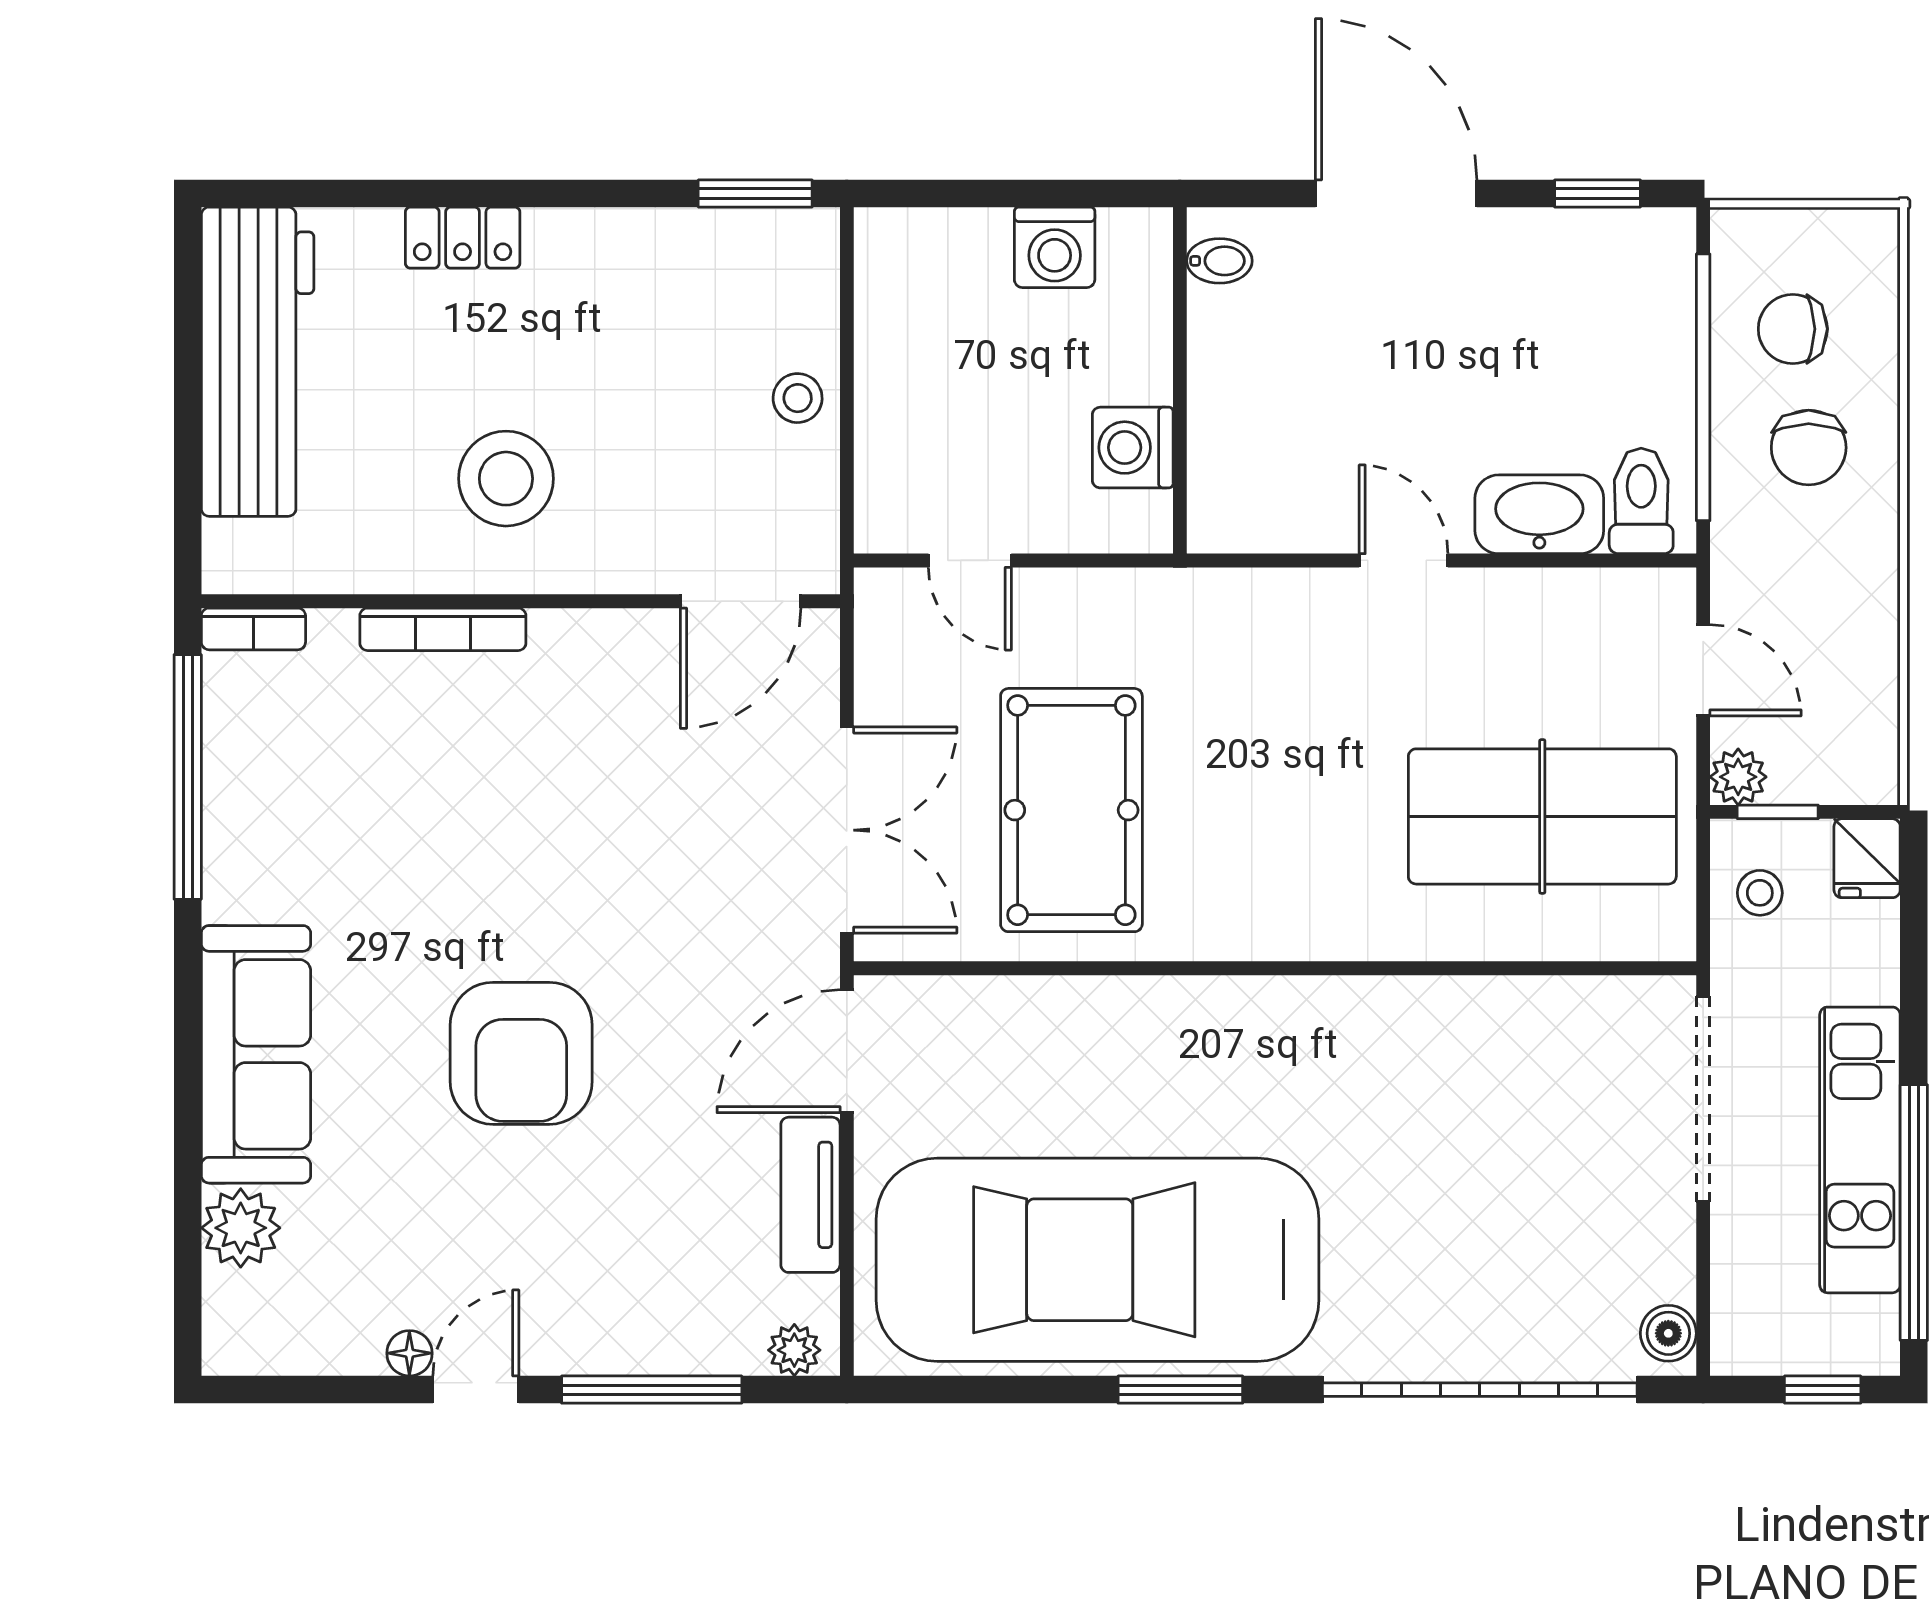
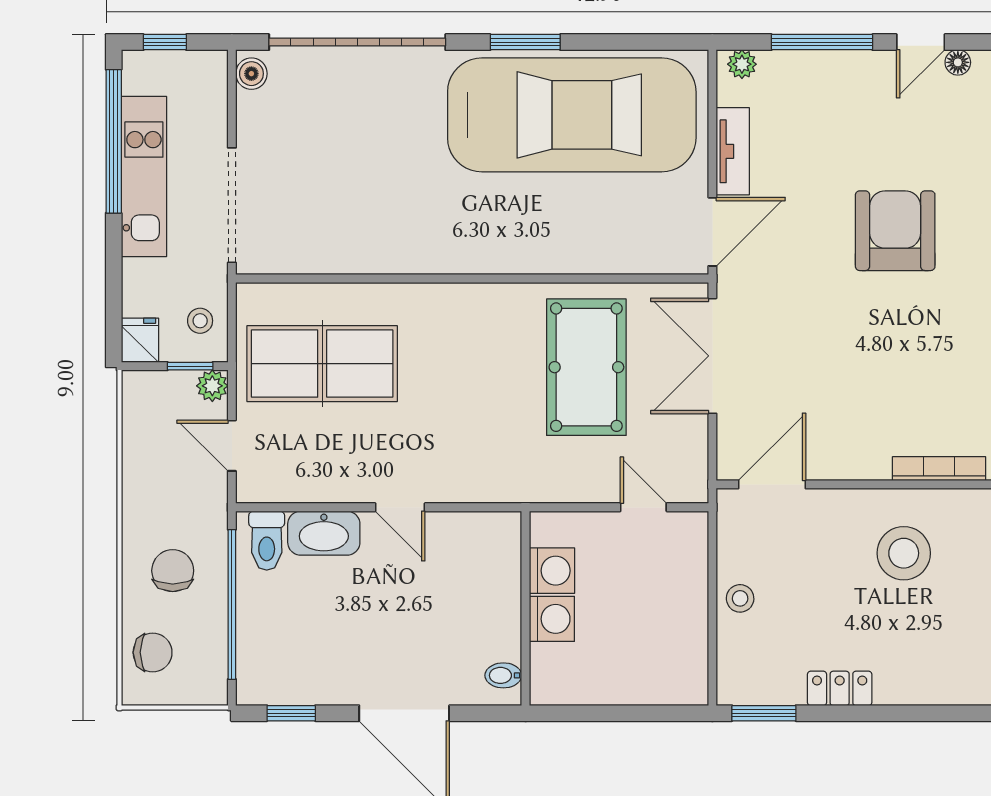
locker: (463, 238) -> (840, 688), moved
washing machine: (1055, 247) -> (552, 619), moved, turned 90
chair: (1793, 329) -> (153, 652), moved

